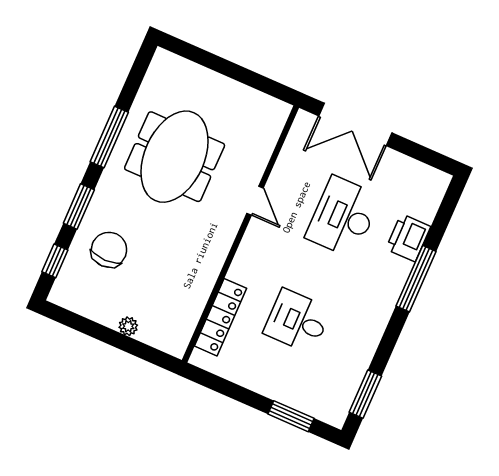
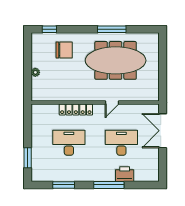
meeting table: (175, 157) -> (116, 60), width x1.36
window: (79, 206) -> (77, 29), removed
locker: (221, 317) -> (76, 110), moved
desk: (297, 321) -> (69, 143), width x1.37
window: (365, 394) -> (64, 185), moved

